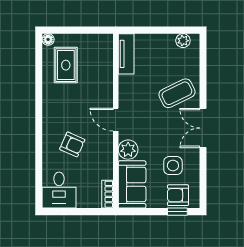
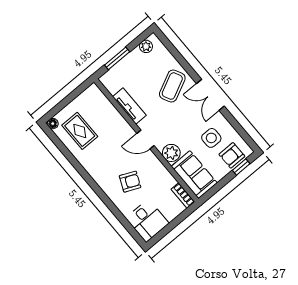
window: (150, 30) -> (117, 58), added
tv unit: (126, 54) -> (129, 106), moved

